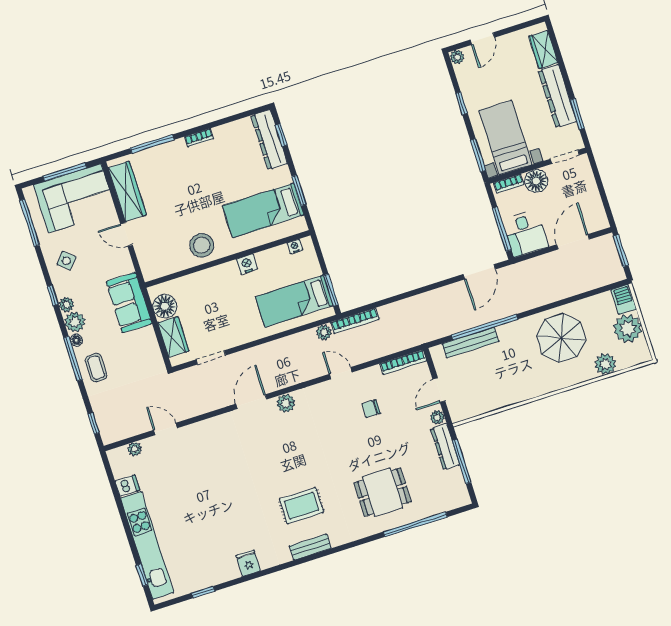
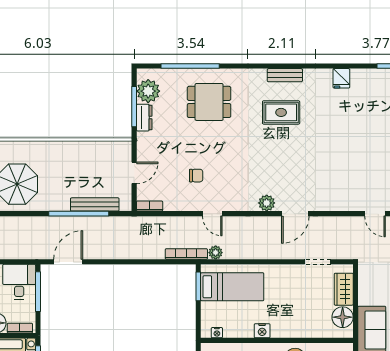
bookcase: (403, 362) -> (150, 206), width x0.64
plant: (437, 417) -> (148, 91), moved, width x1.87, depth x1.87
dresser: (445, 447) -> (144, 118), width x0.70

